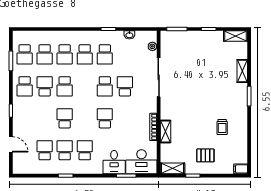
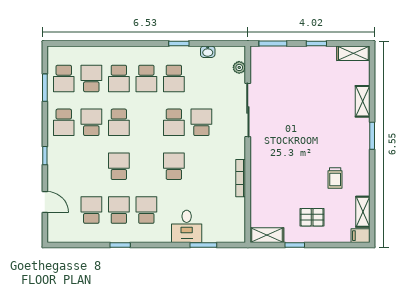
school desk: (45, 54) -> (91, 78), turned 180
shelving: (165, 132) -> (363, 212), moved
desk: (141, 162) -> (224, 226), removed

